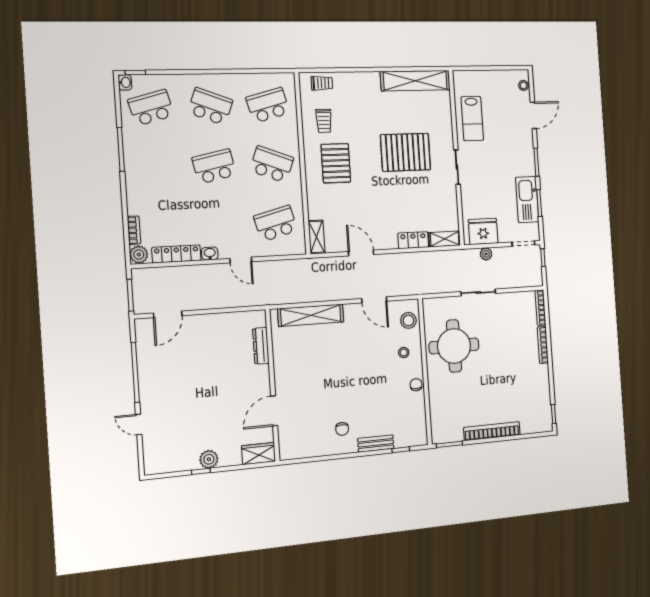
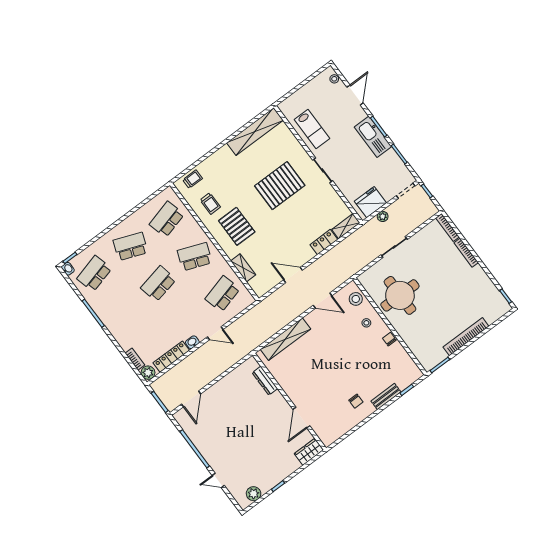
kitchen sink: (527, 200) -> (373, 137), moved
shelving: (316, 237) -> (243, 268), moved
plant: (209, 459) -> (254, 494), moved

